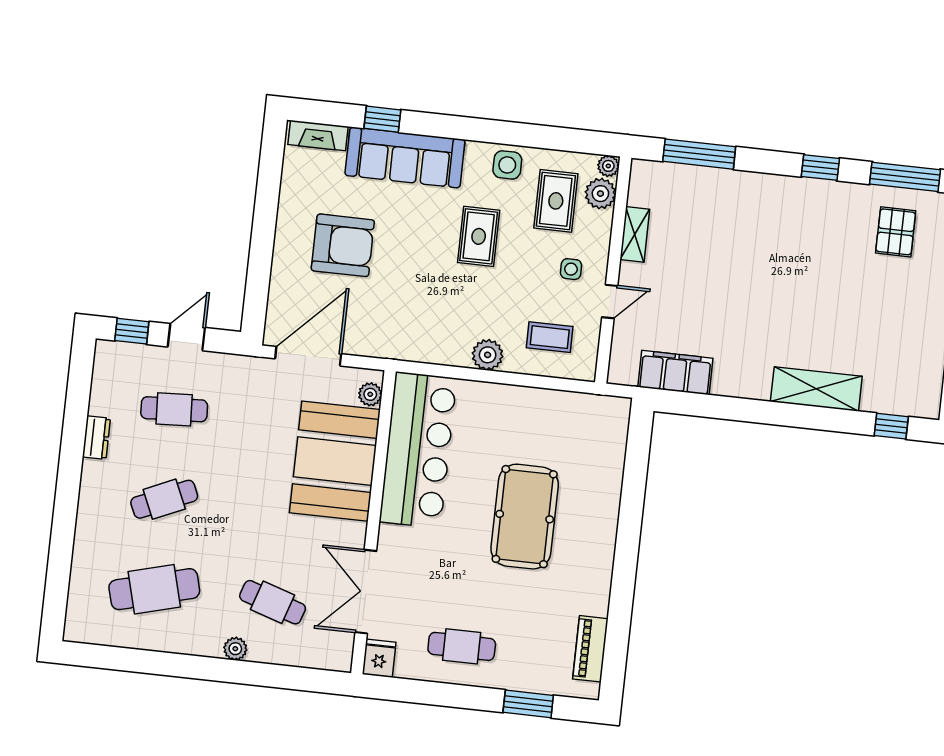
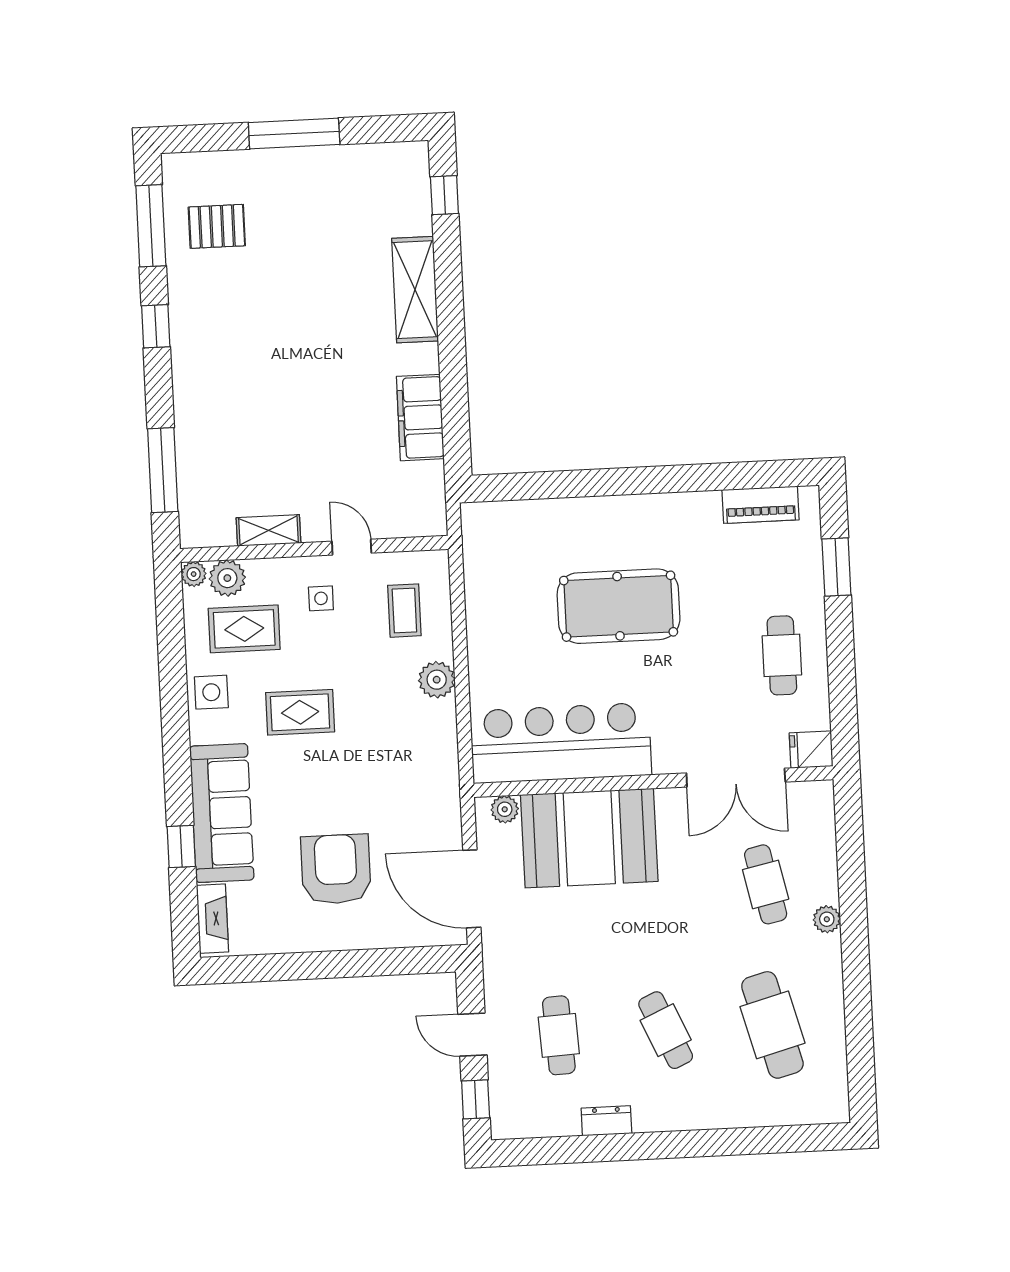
filing cabinet: (675, 373) -> (420, 418), moved
cafe table: (273, 602) -> (766, 884), turned -30

